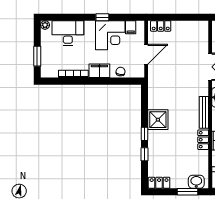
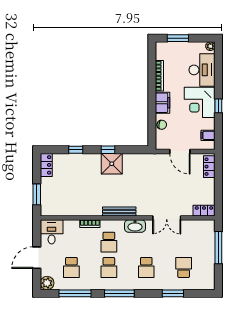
corner desk: (110, 35) -> (200, 102), moved
window: (144, 134) -> (108, 150), moved
locker: (203, 140) -> (204, 211), moved
washbasin: (196, 182) -> (47, 204), removed

